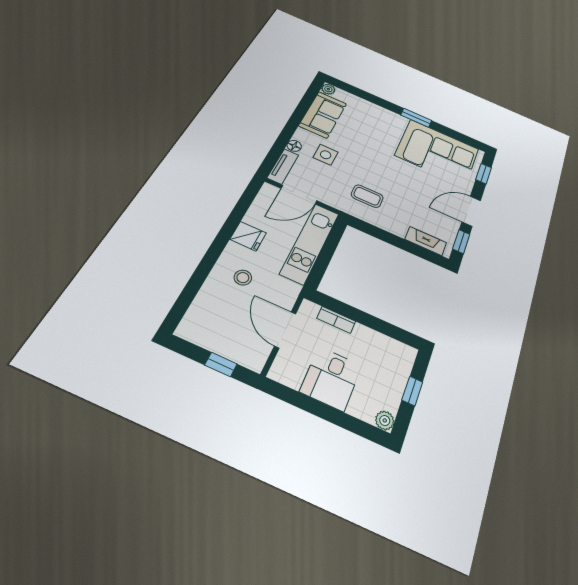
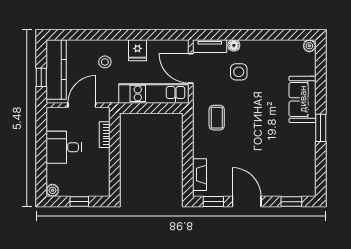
sofa: (323, 115) -> (303, 99), moved, turned 90
corner sofa: (437, 152) -> (292, 157), removed
kitchen counter: (221, 340) -> (56, 69), added

